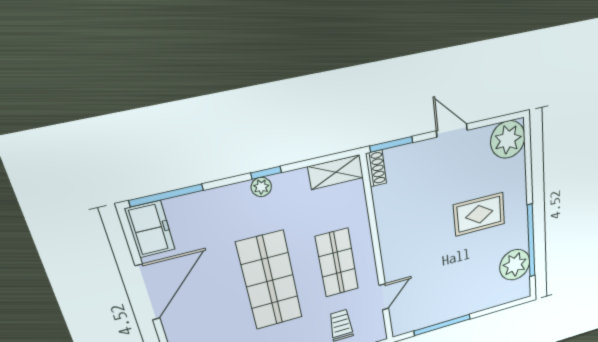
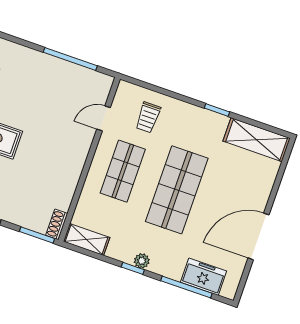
window: (166, 195) -> (186, 287), moved
freezer: (150, 229) -> (204, 277), moved, turned 90

